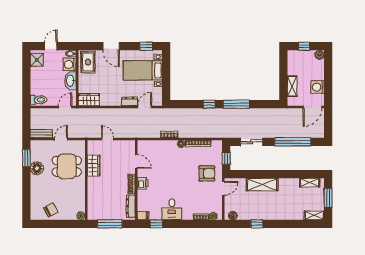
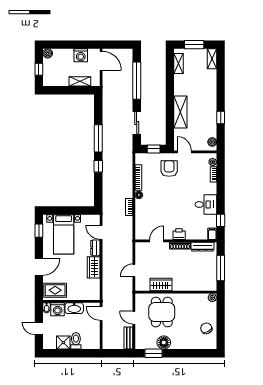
shower: (37, 60) -> (63, 343), moved
toilet: (39, 100) -> (76, 341), moved
wardrobe: (89, 100) -> (94, 267), moved

